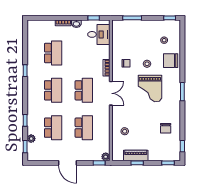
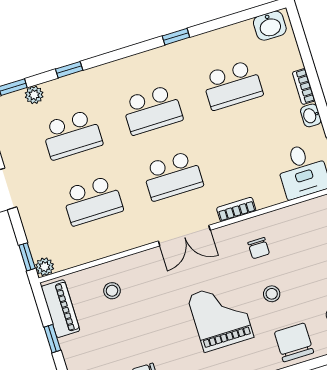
washbasin: (33, 29) -> (270, 26), added
grand piano: (150, 89) -> (220, 316), turned 90
piano: (136, 155) -> (61, 309), moved

